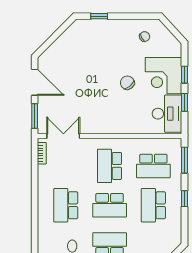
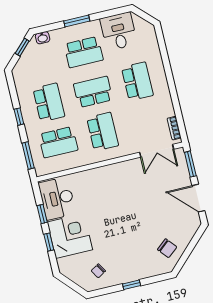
window: (99, 16) -> (132, 285), moved
chair: (127, 83) -> (167, 248), moved
school desk: (153, 166) -> (58, 142), turned 180

